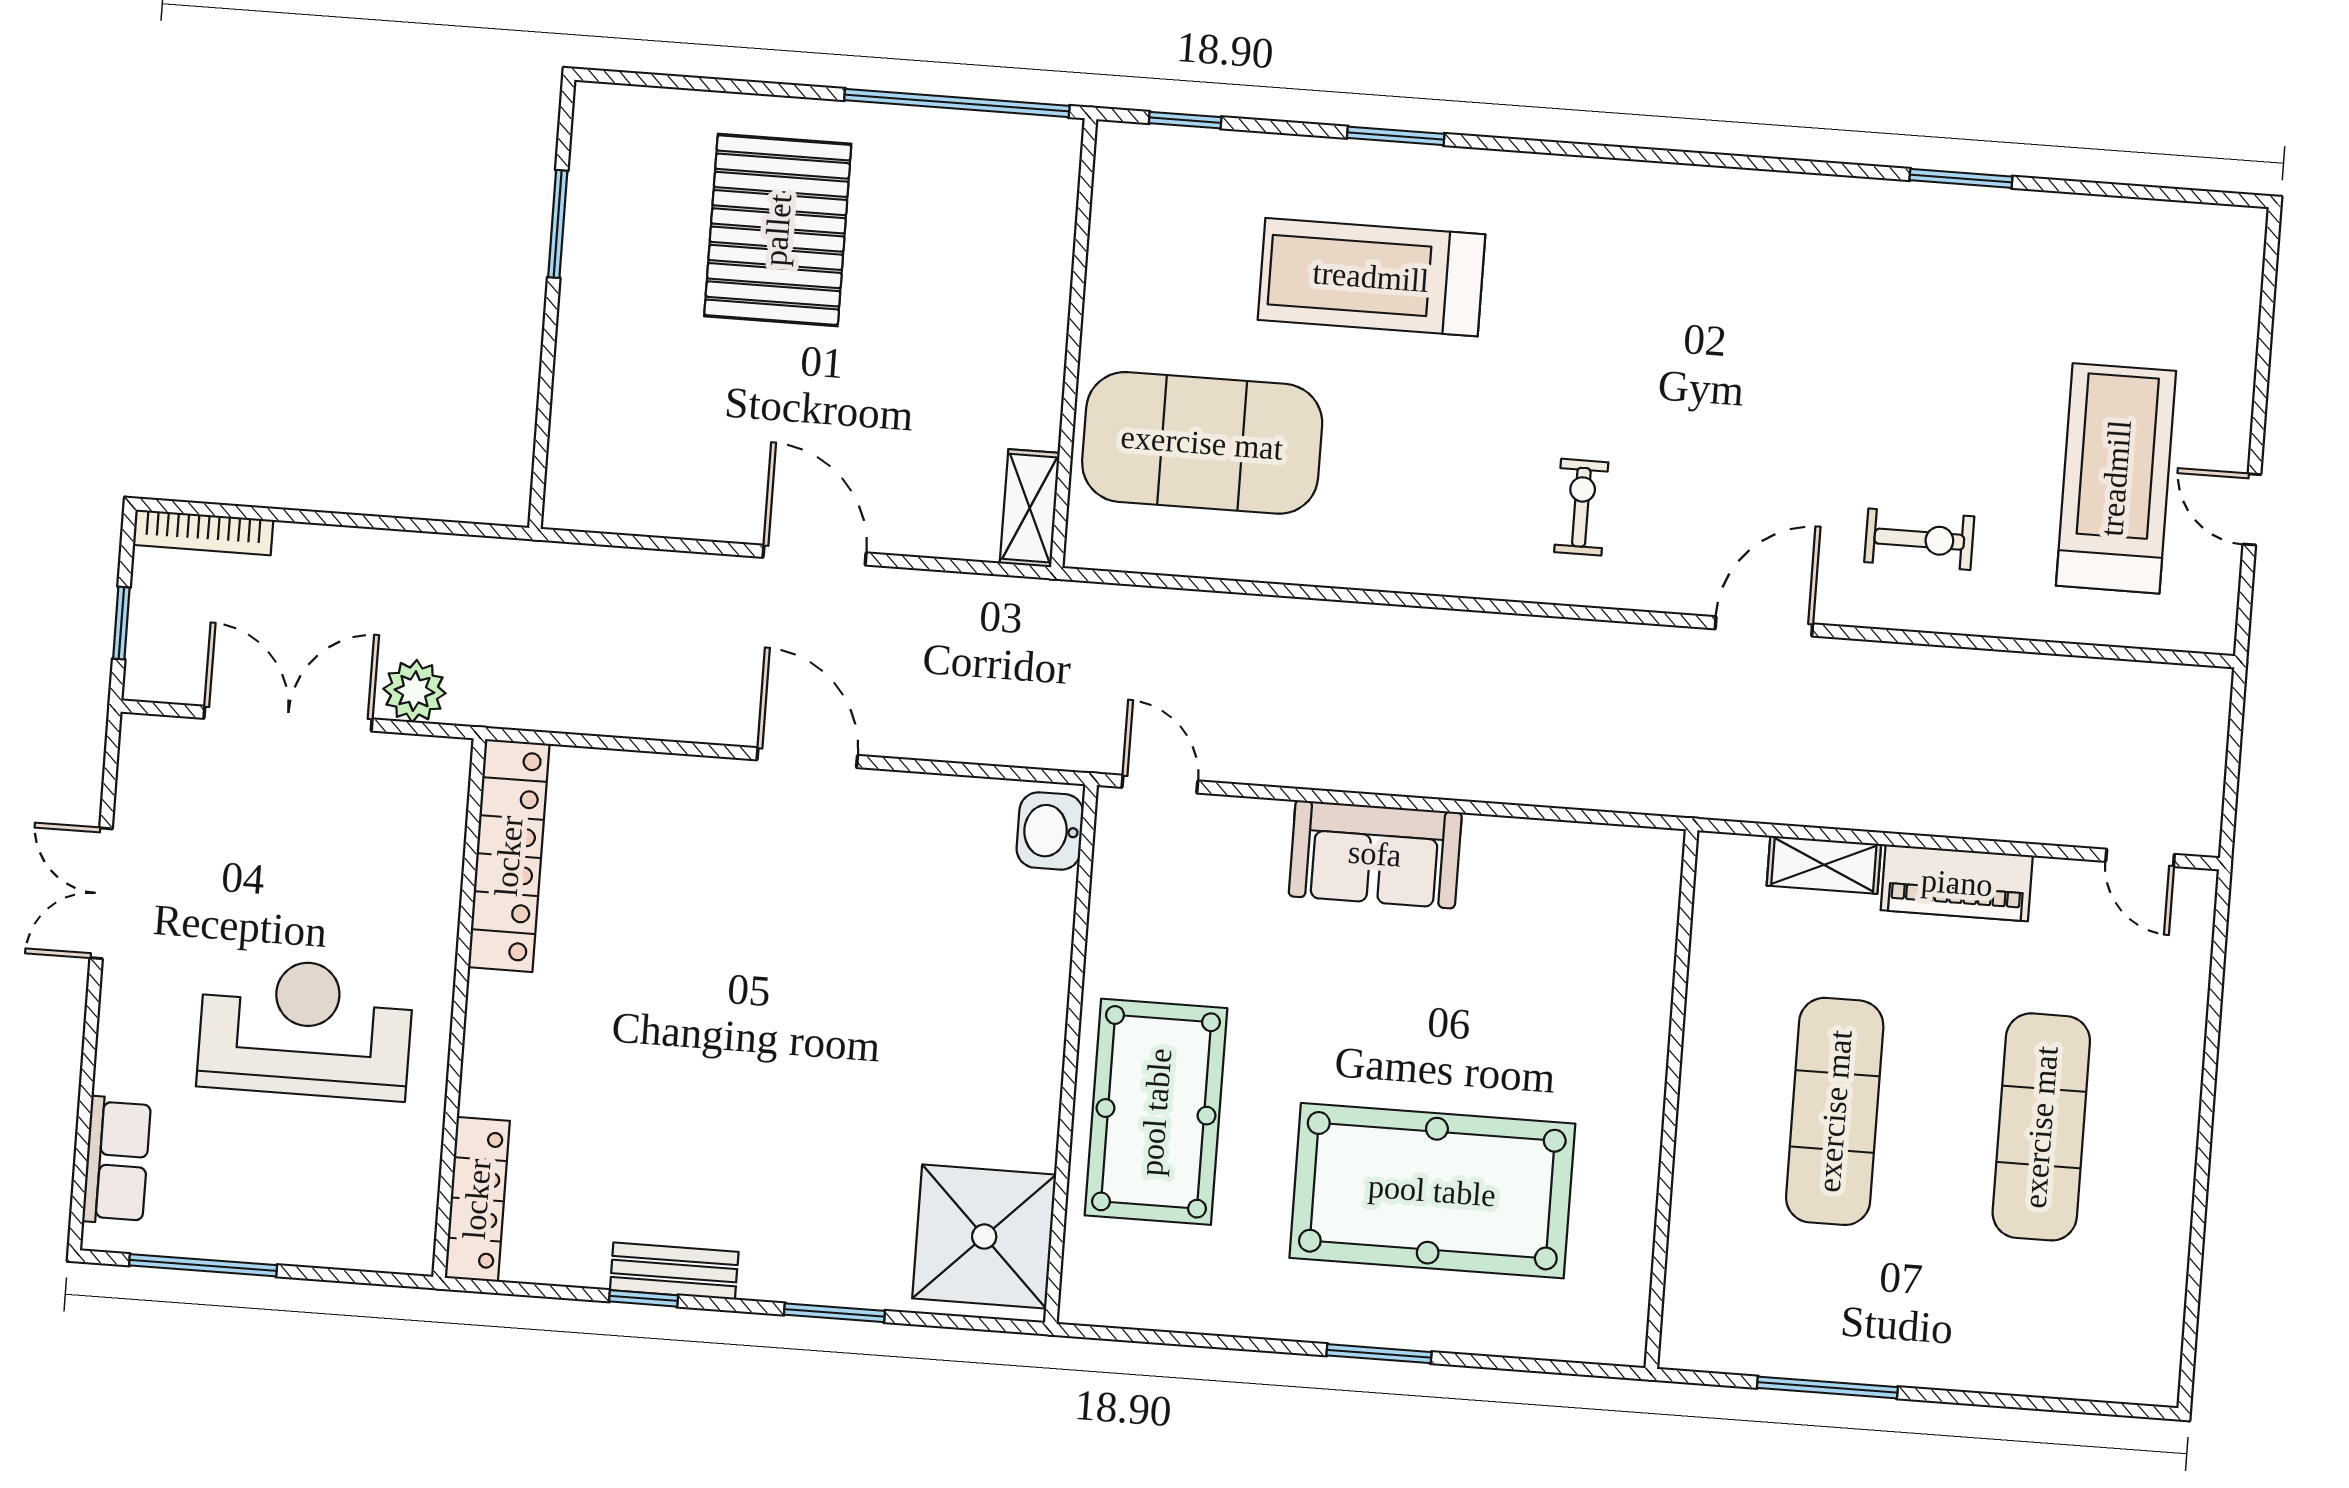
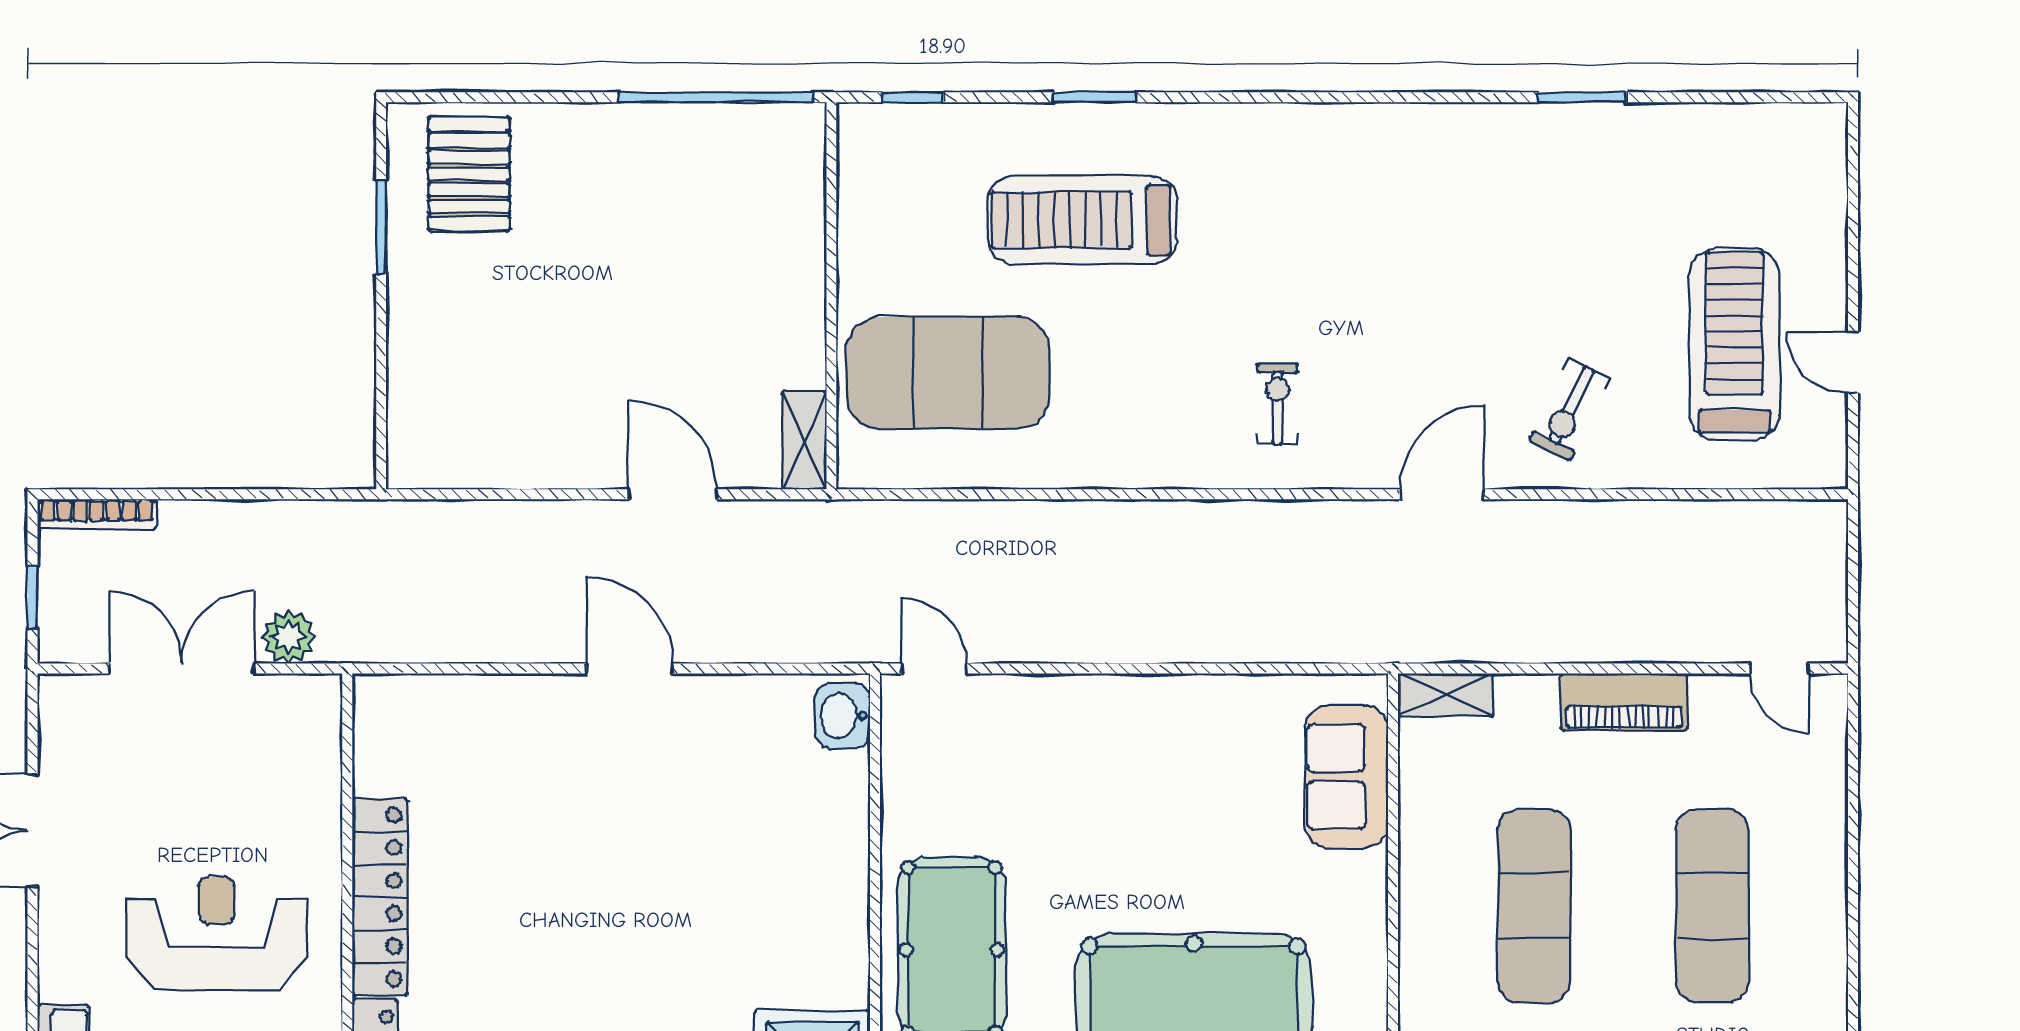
pallet: (778, 230) -> (469, 174), moved, width x0.73, depth x0.71
exercise bike: (1919, 539) -> (1570, 409), turned 116
door: (815, 555) -> (673, 494), moved
sofa: (1375, 854) -> (1347, 777), moved, turned 90
locker: (509, 856) -> (380, 897), moved
shelving: (1824, 865) -> (1446, 695), moved

